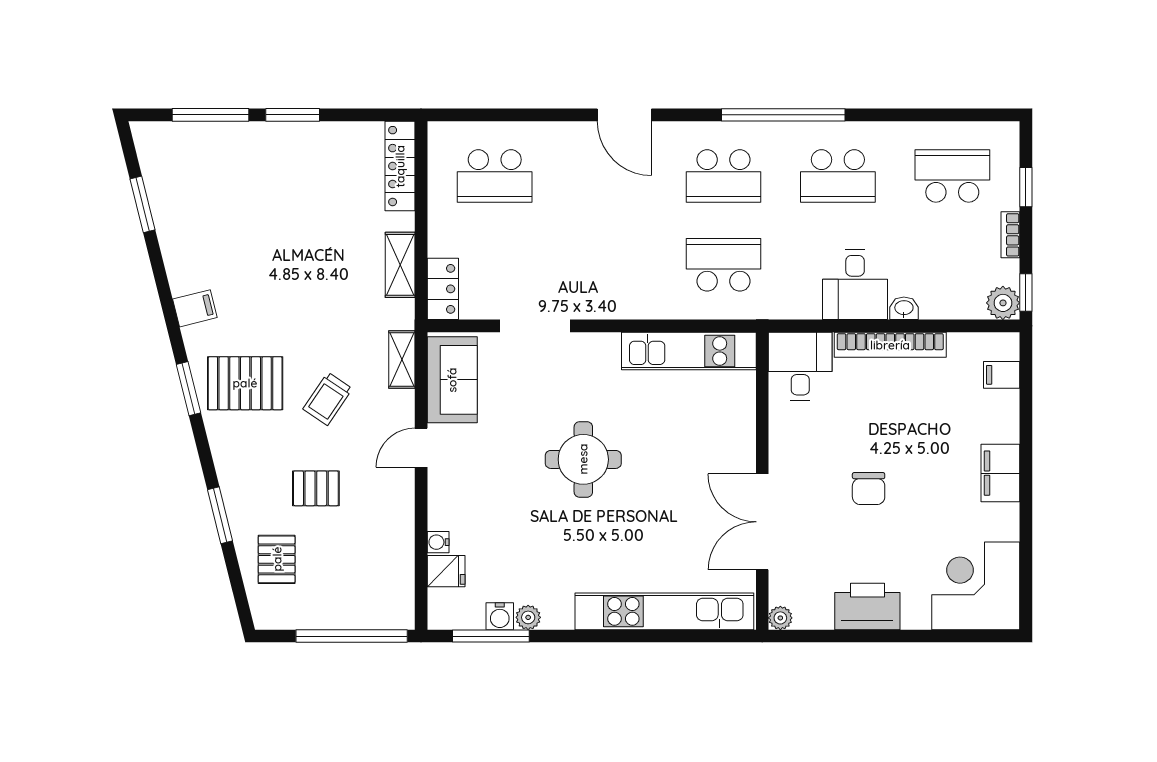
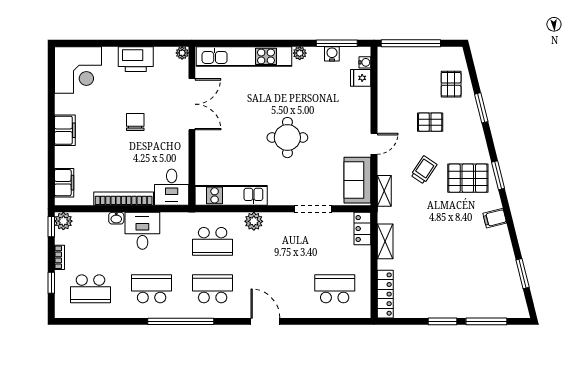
plant: (646, 303) -> (254, 221), added
filing cabinet: (1002, 375) -> (64, 183), width x2.00
water cooler: (438, 542) -> (365, 62), moved
plant: (528, 617) -> (300, 53), moved

